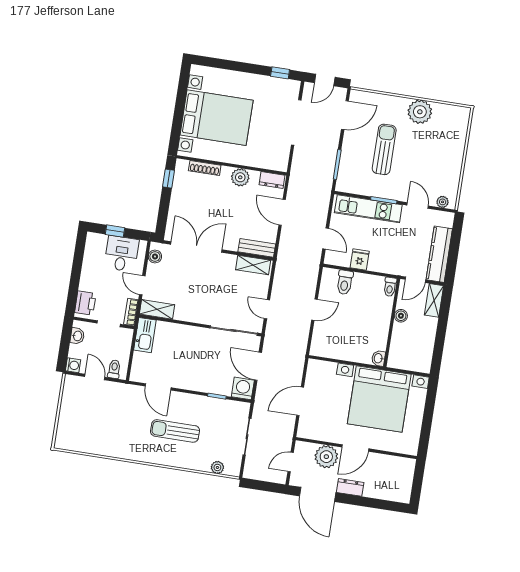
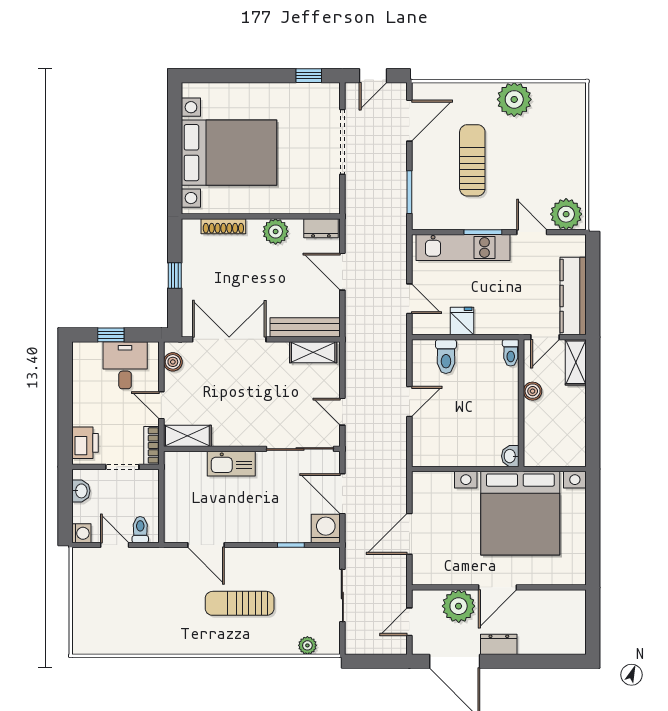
window: (168, 179) -> (175, 275), moved
plant: (443, 202) -> (566, 214), width x1.87, depth x1.87
bench: (257, 248) -> (305, 327), width x1.36
kitchen sink: (145, 335) -> (231, 464), moved, turned 90

